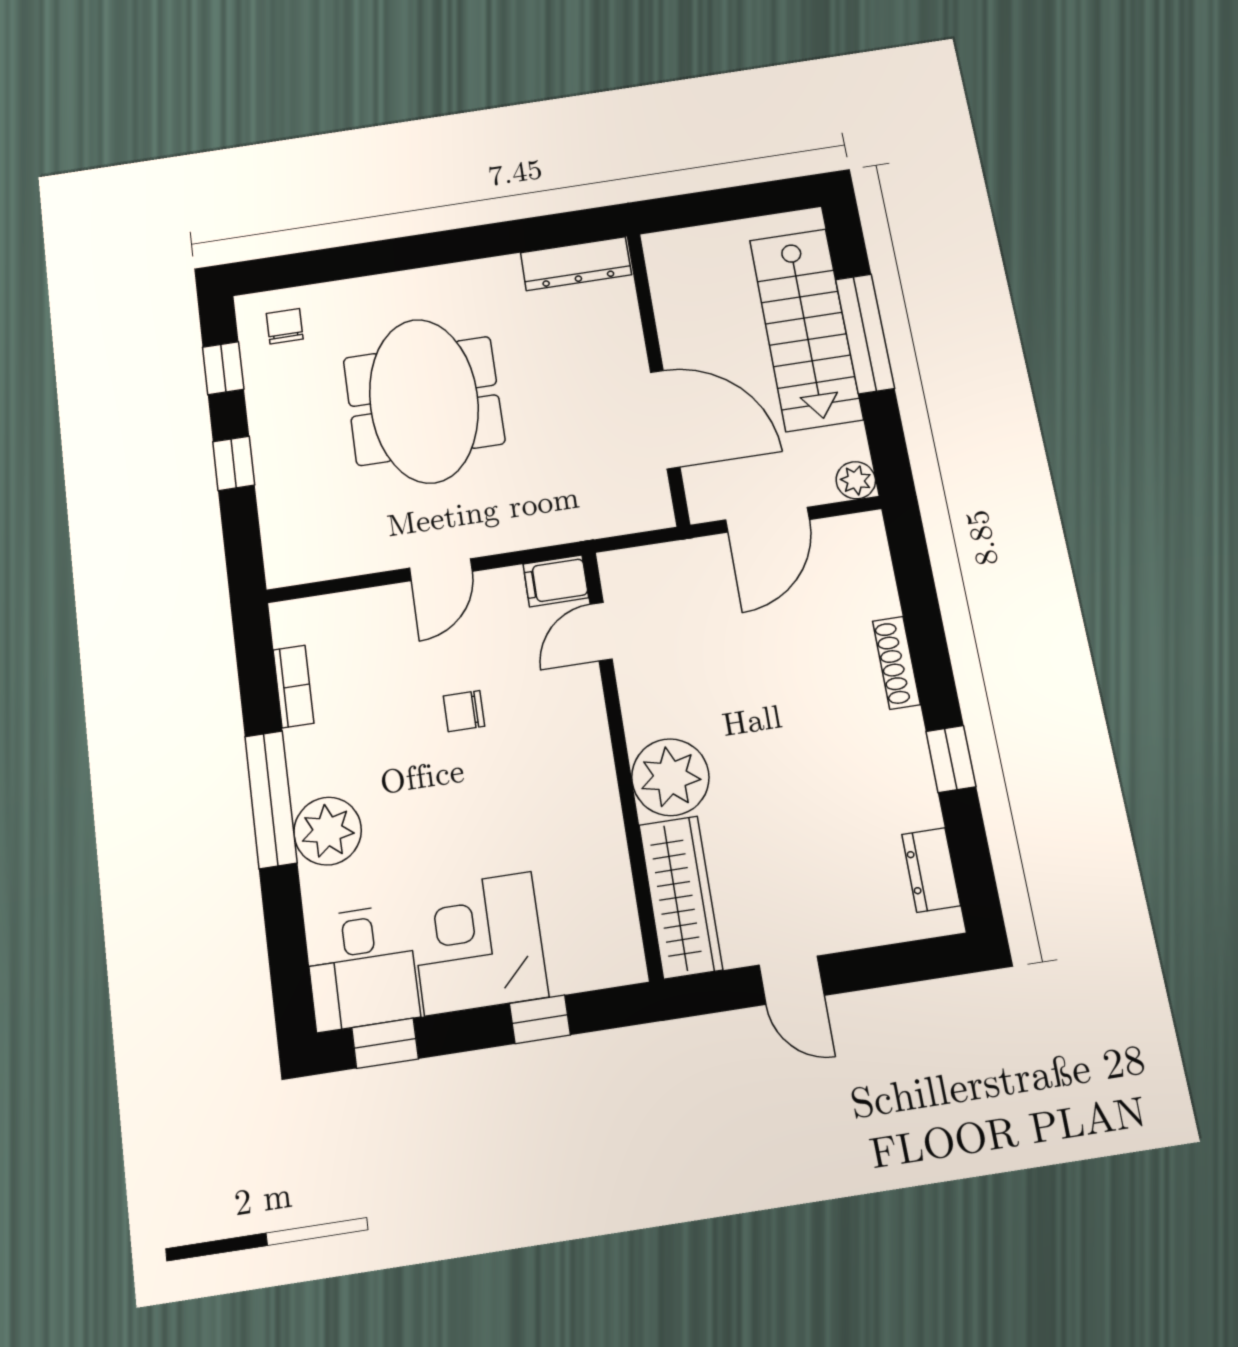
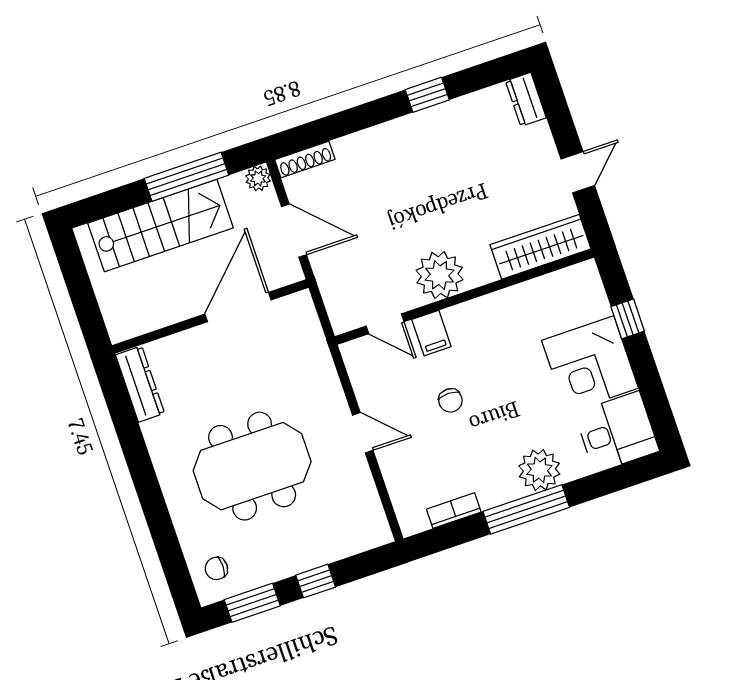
window: (865, 334) -> (186, 177), moved
window: (223, 368) -> (252, 603), width x1.50
filing cabinet: (556, 581) -> (431, 333), moved
shoe rack: (896, 663) -> (305, 159), moved
plant: (670, 777) -> (440, 275), moved
dresser: (931, 870) -> (526, 99), moved, turned 90
window: (385, 1043) -> (658, 409), removed

